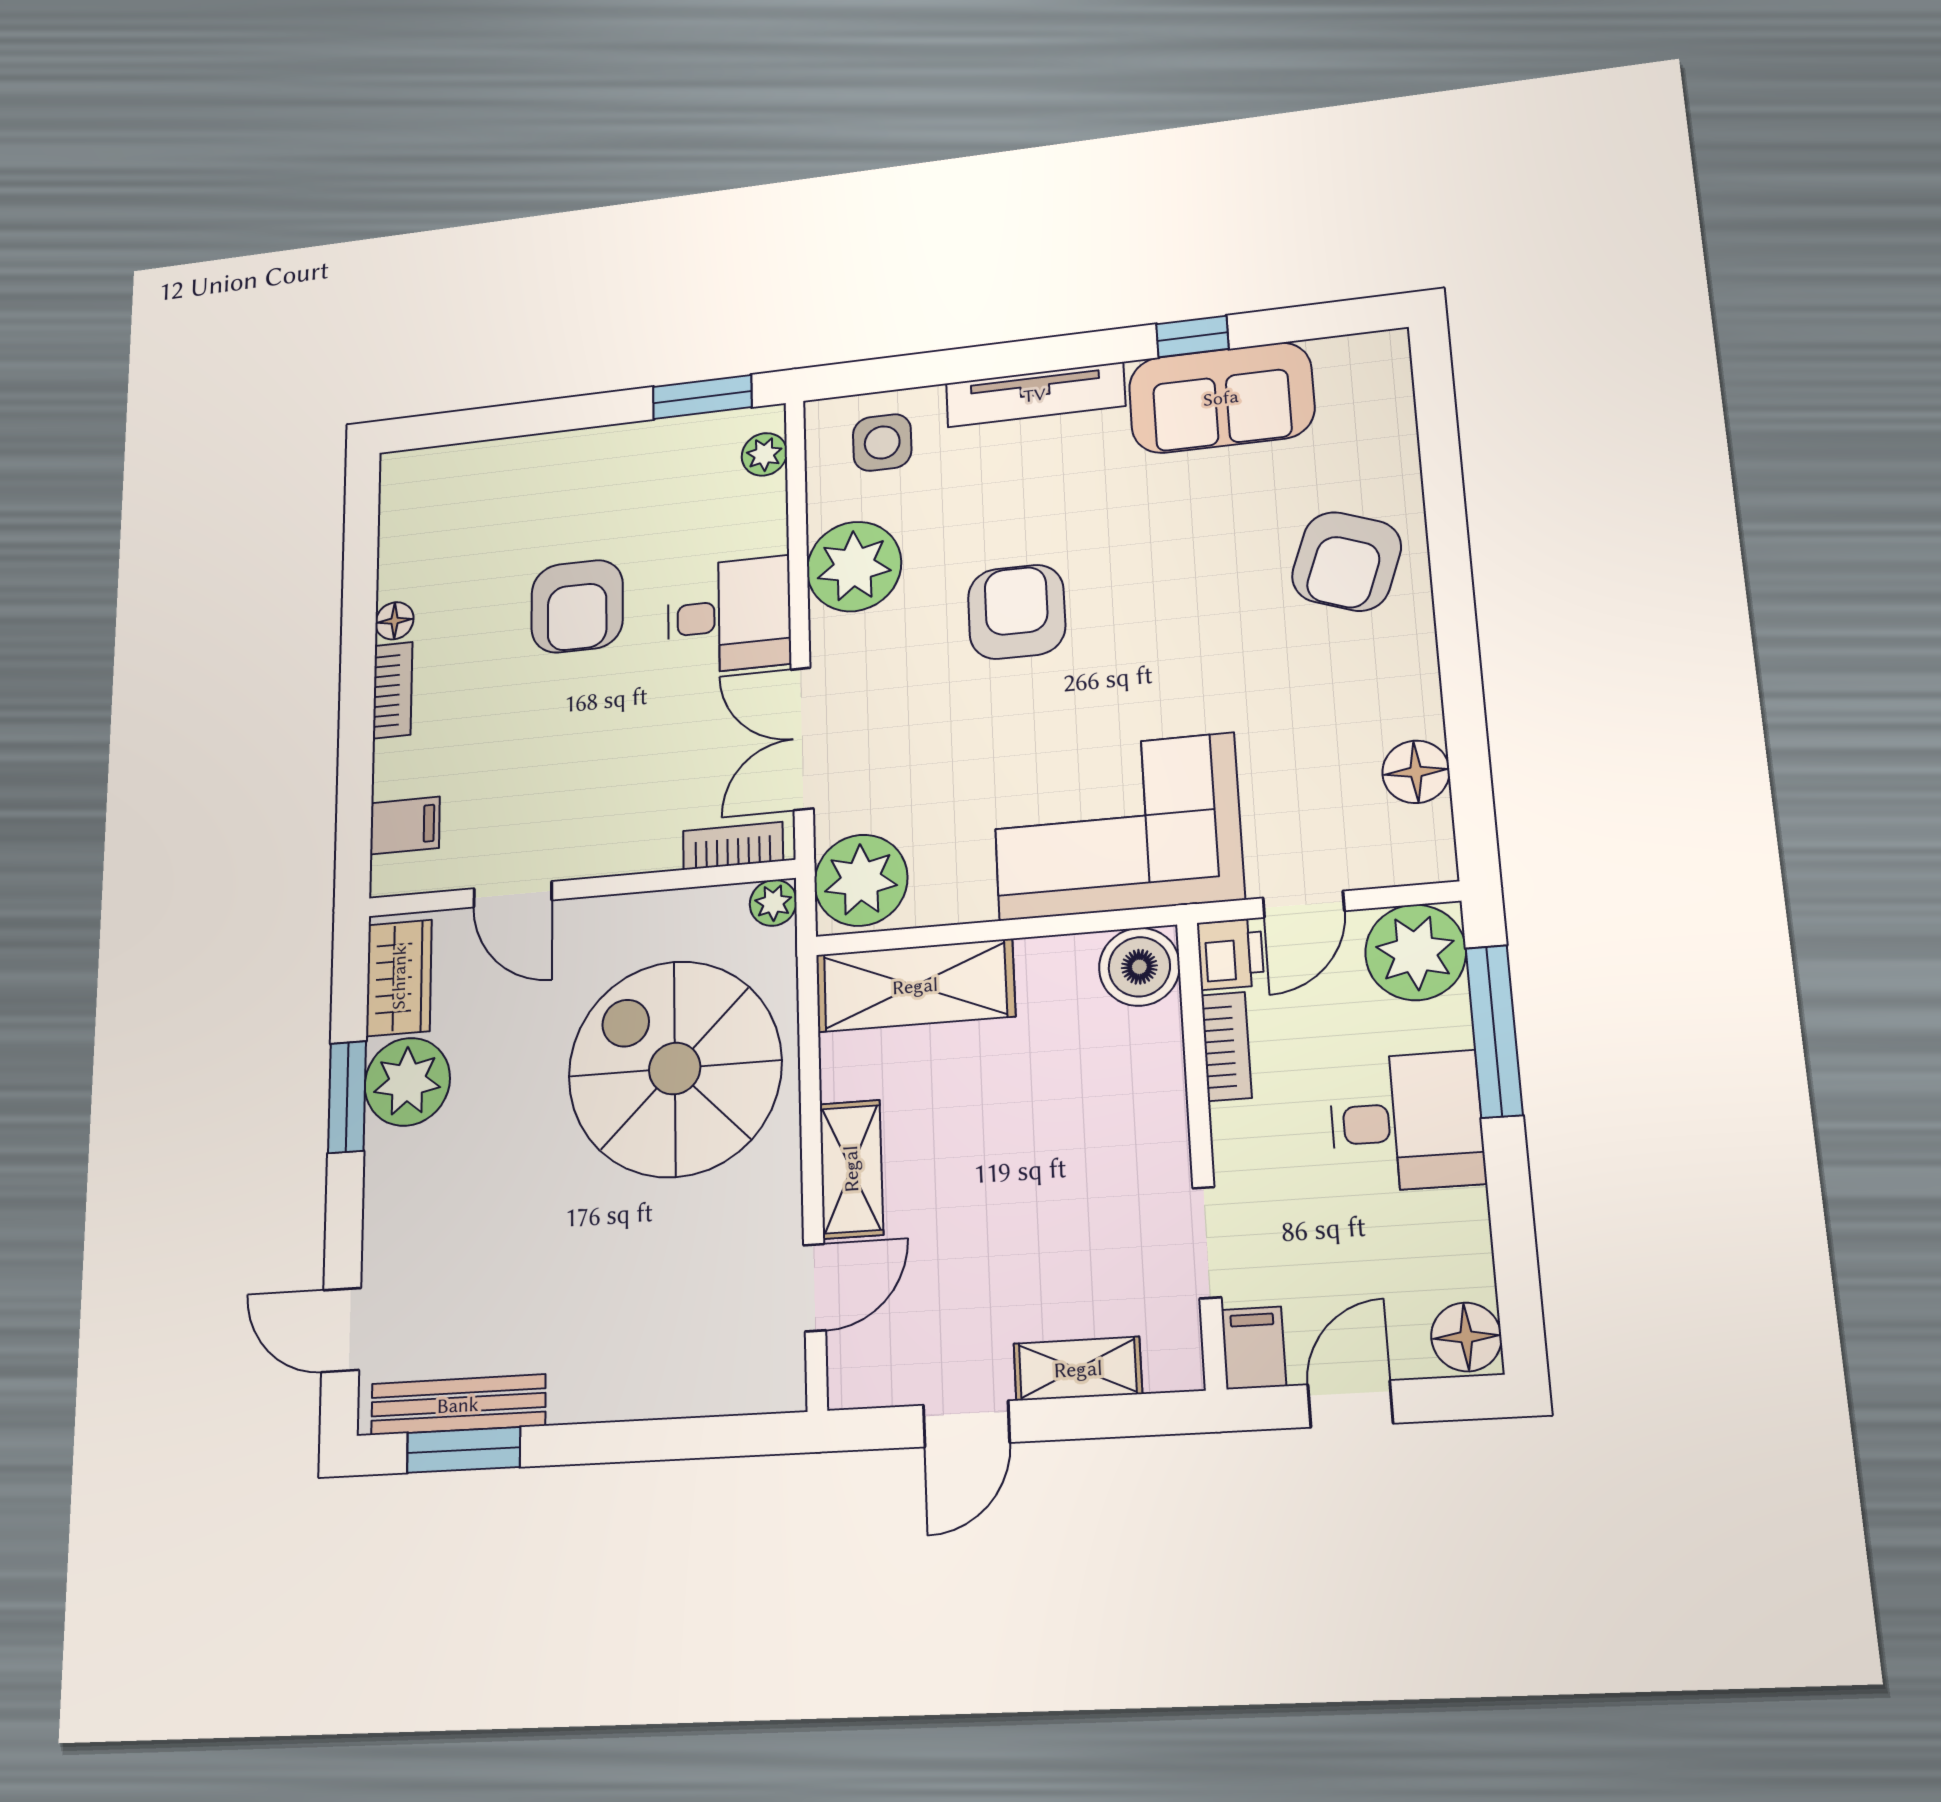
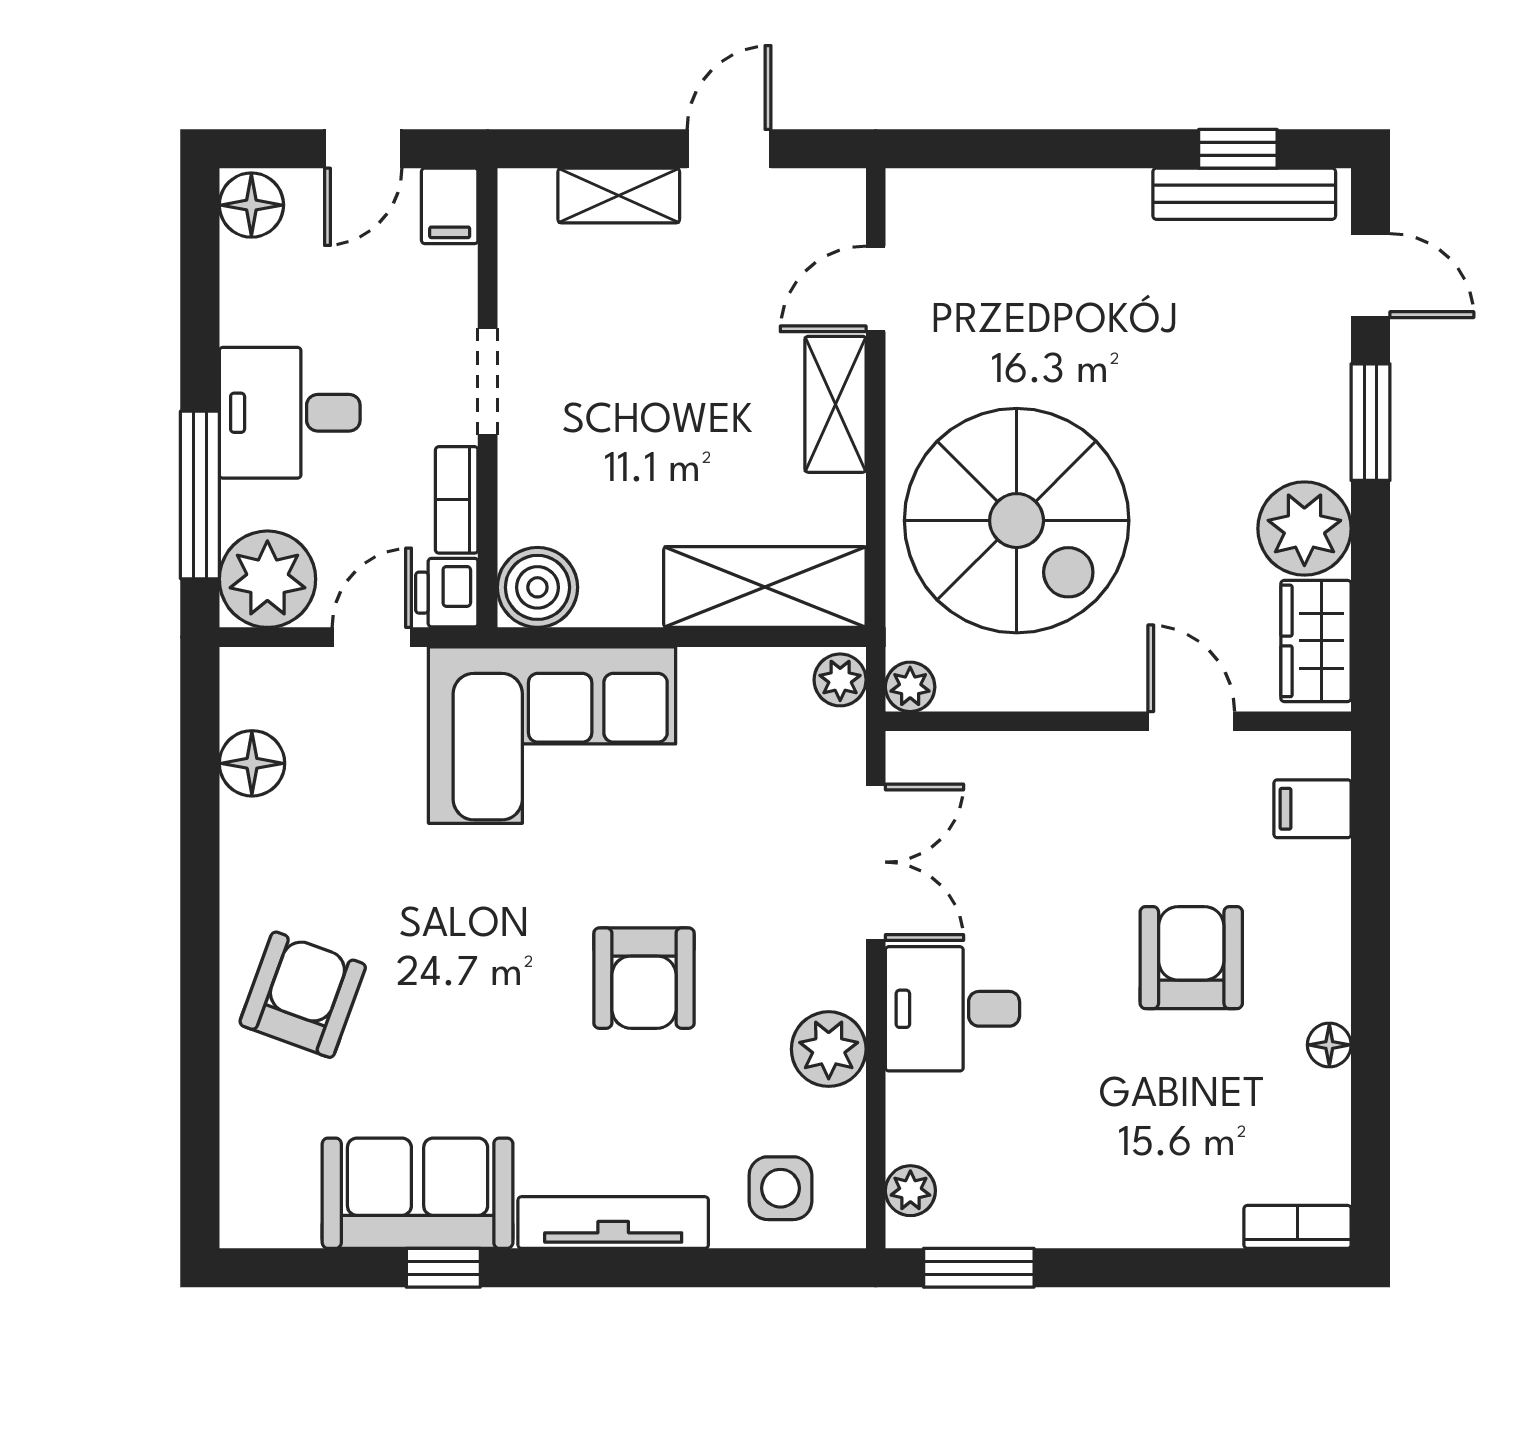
plant: (854, 566) -> (829, 1049), width x0.73, depth x0.73
armchair: (577, 606) -> (1191, 958), moved
bookcase: (393, 690) -> (1298, 1227), moved, turned 90
bookcase: (733, 846) -> (952, 752), removed
plant: (861, 880) -> (840, 680), width x0.53, depth x0.53
window: (347, 1097) -> (1371, 422), moved
doorway: (1207, 1242) -> (488, 381), moved
window: (464, 1450) -> (1238, 149), width x0.67

